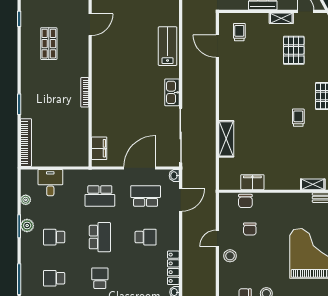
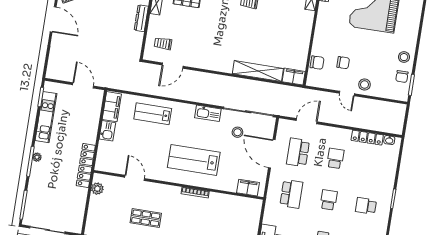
lab bench: (168, 46) -> (153, 114), moved
lab bench: (120, 85) -> (194, 160), added
stool: (157, 127) -> (237, 132), added
shelving: (226, 139) -> (258, 71), width x1.47
washbasin: (174, 176) -> (284, 123), removed
filing cabinet: (252, 182) -> (294, 77), moved, turned 90
door: (181, 200) -> (307, 121), hinge flipped
school desk: (100, 237) -> (329, 200), width x0.54

